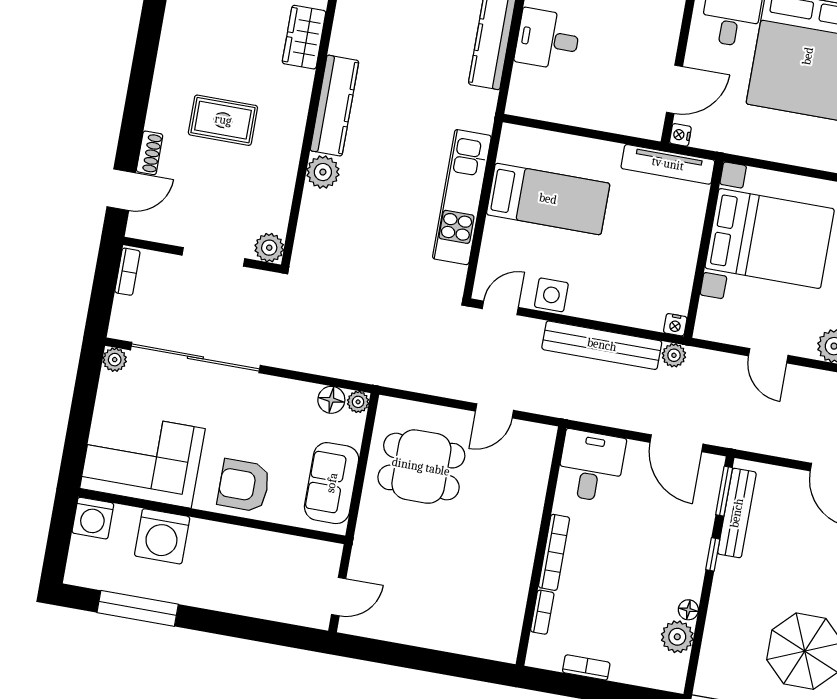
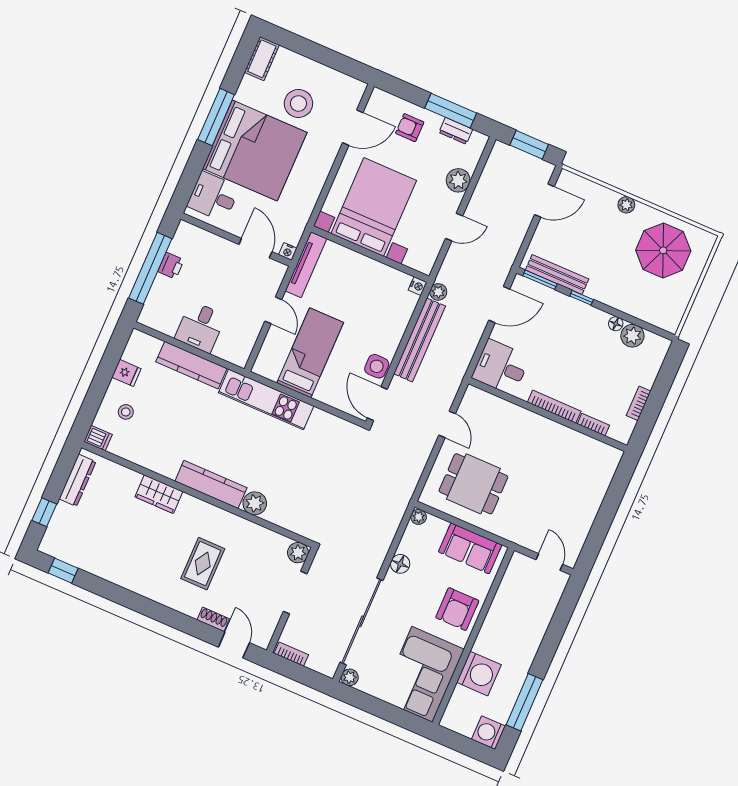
door: (594, 134) -> (273, 310), added
kitchen unit: (462, 197) -> (266, 399), moved
door: (500, 308) -> (377, 404), width x1.38
floor lamp: (331, 400) -> (400, 564), moved
dining table: (421, 467) -> (473, 484), turned 90
washing machine: (93, 518) -> (488, 733), moved, turned 180

